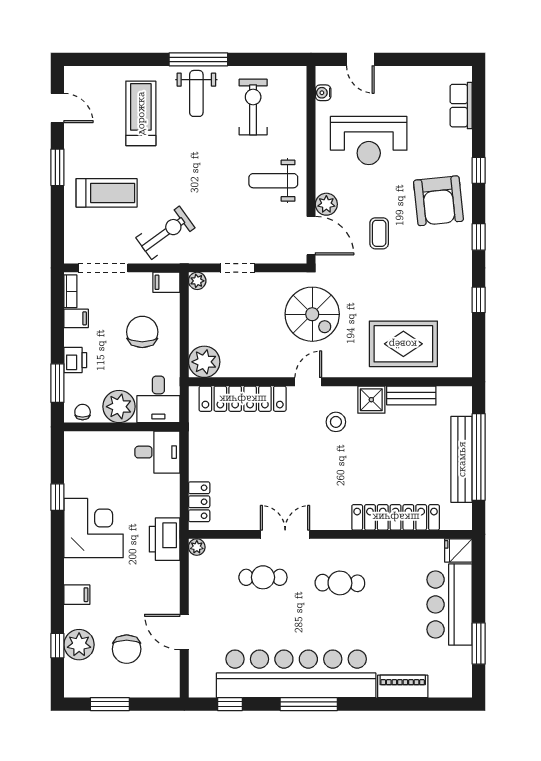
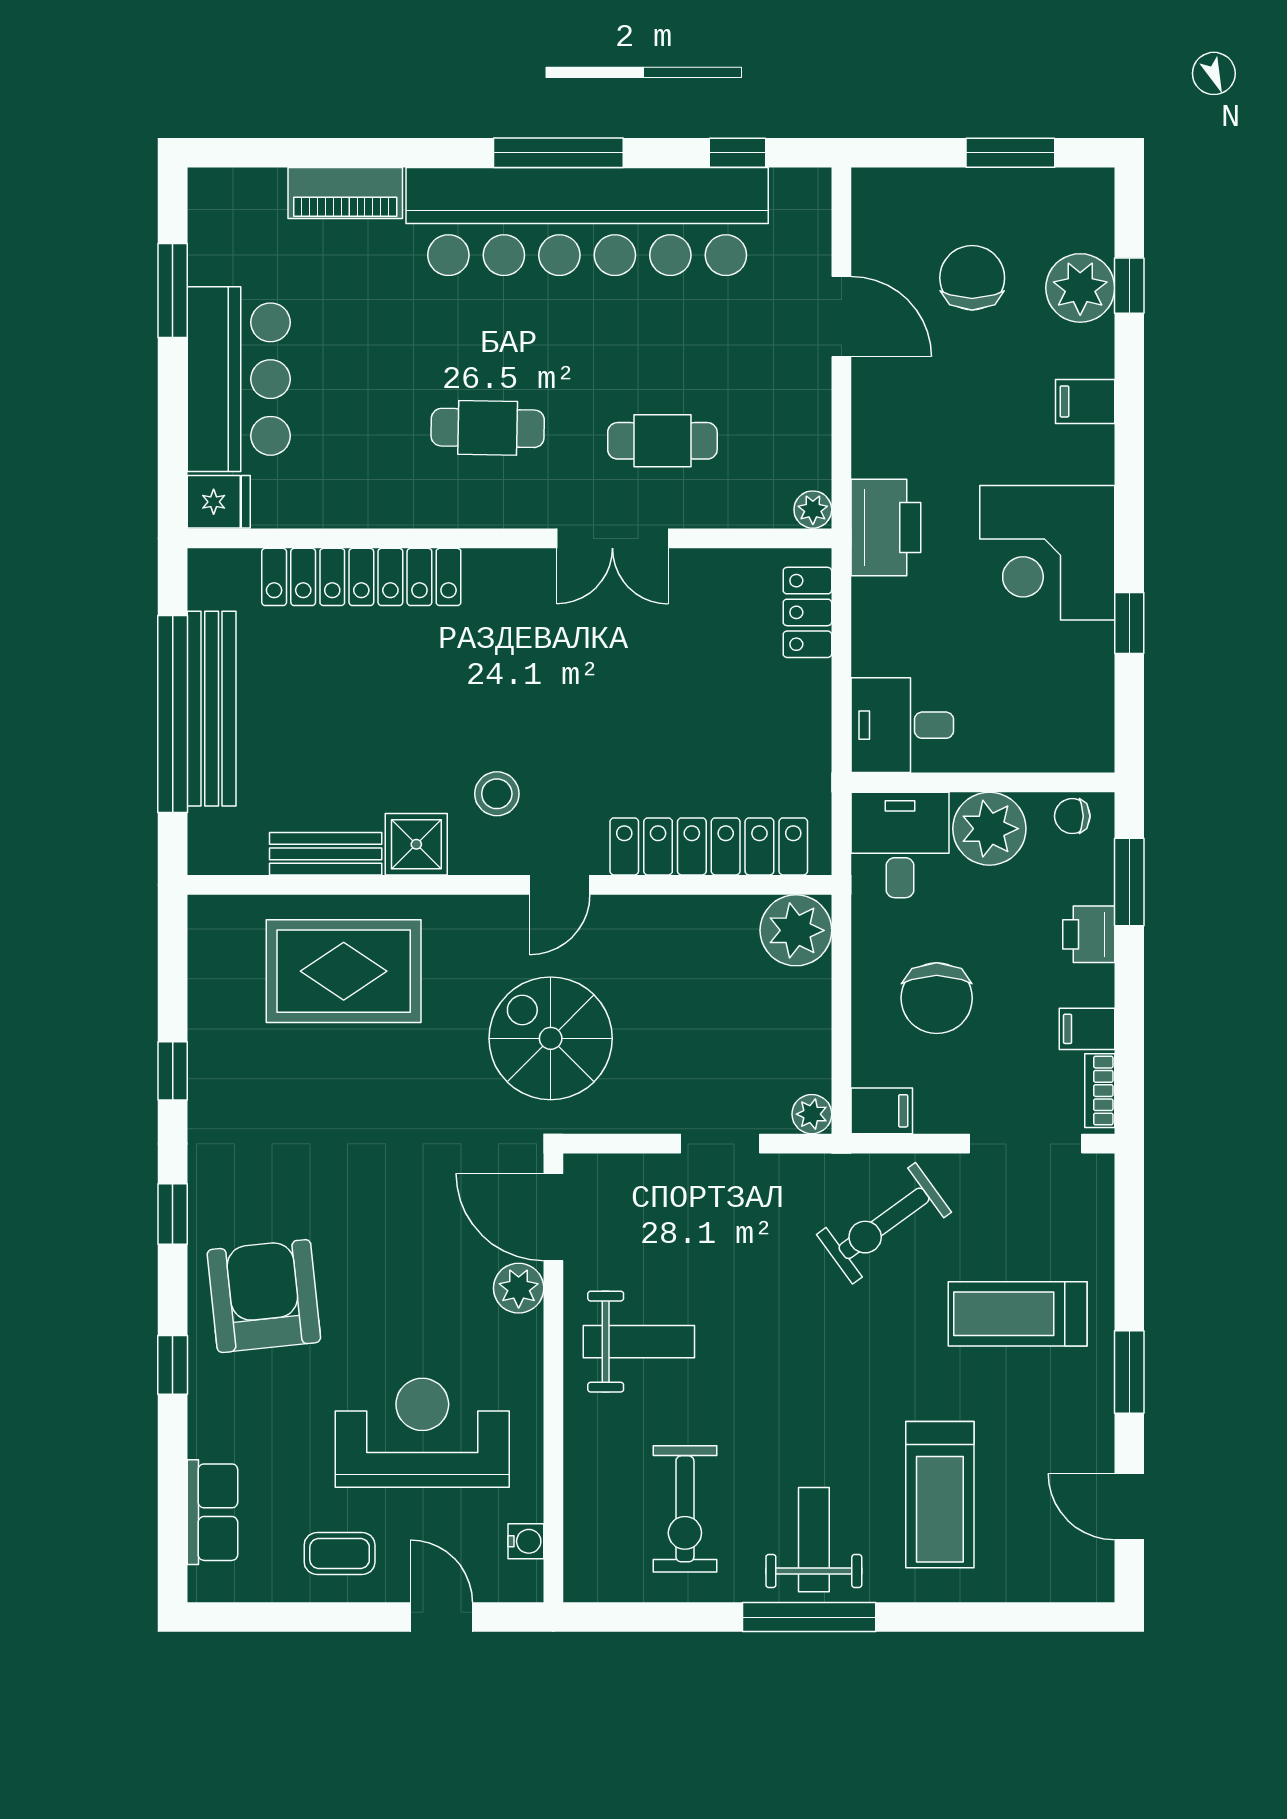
coffee table: (379, 233) -> (340, 1553), moved, turned 90
chair: (83, 412) -> (1072, 816), turned 90

